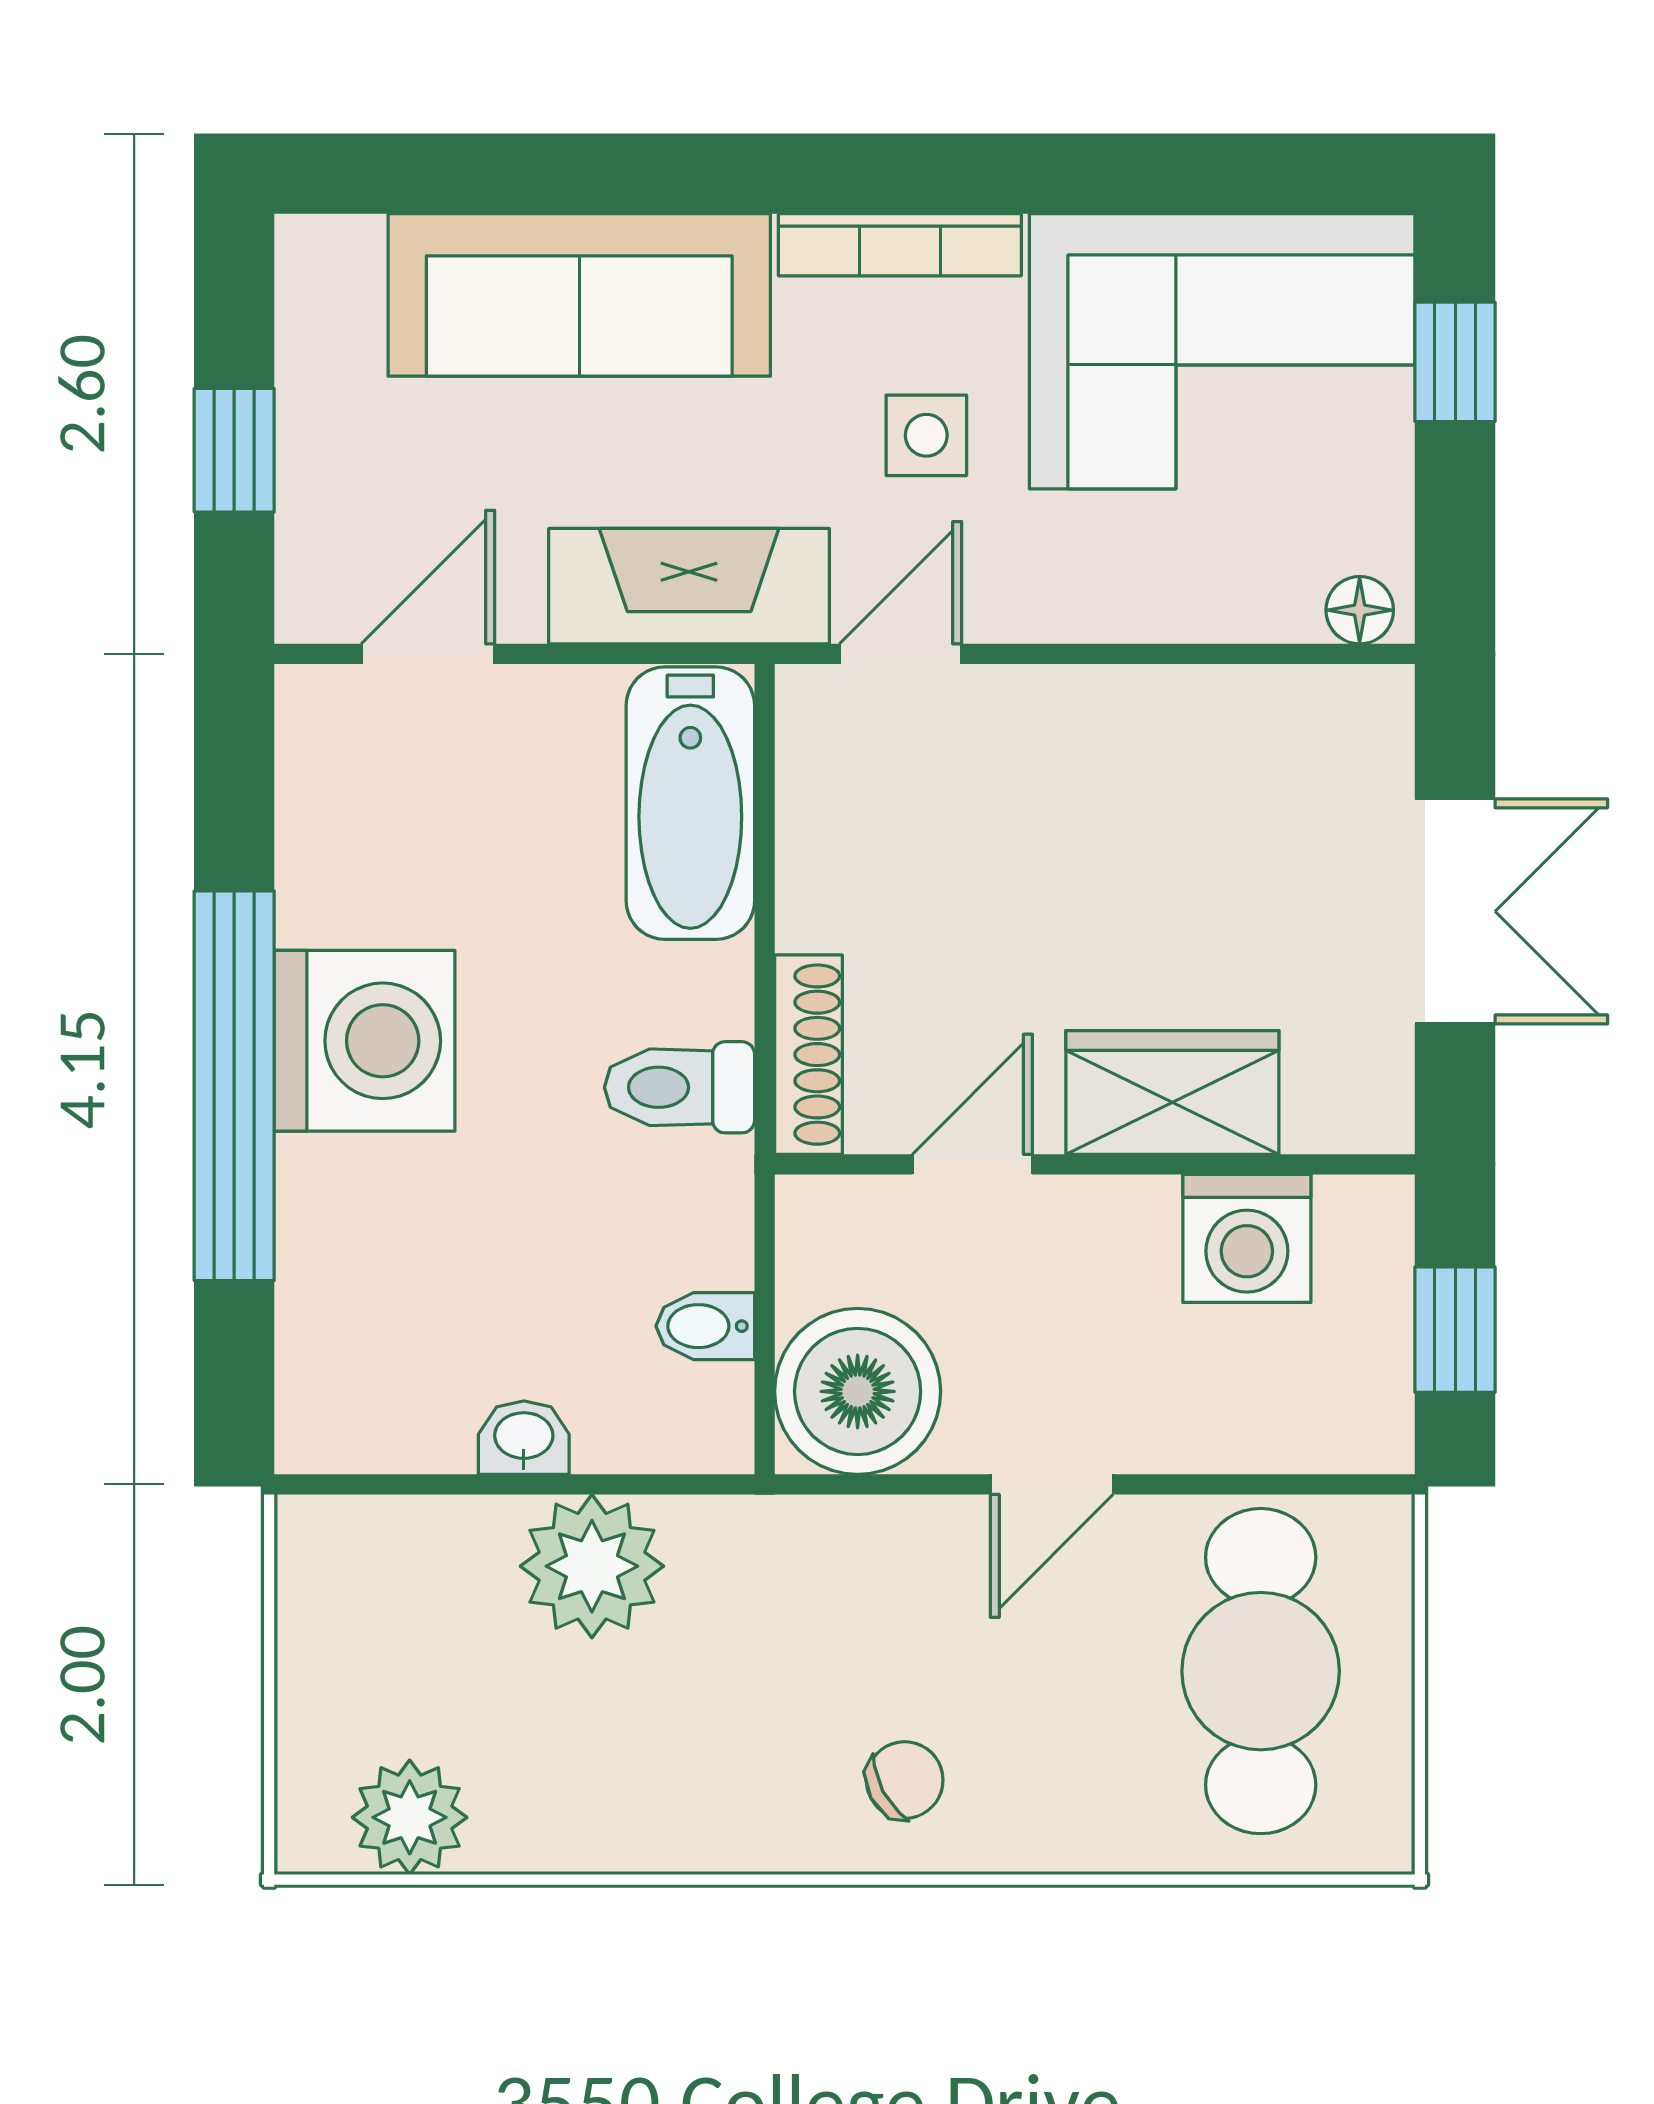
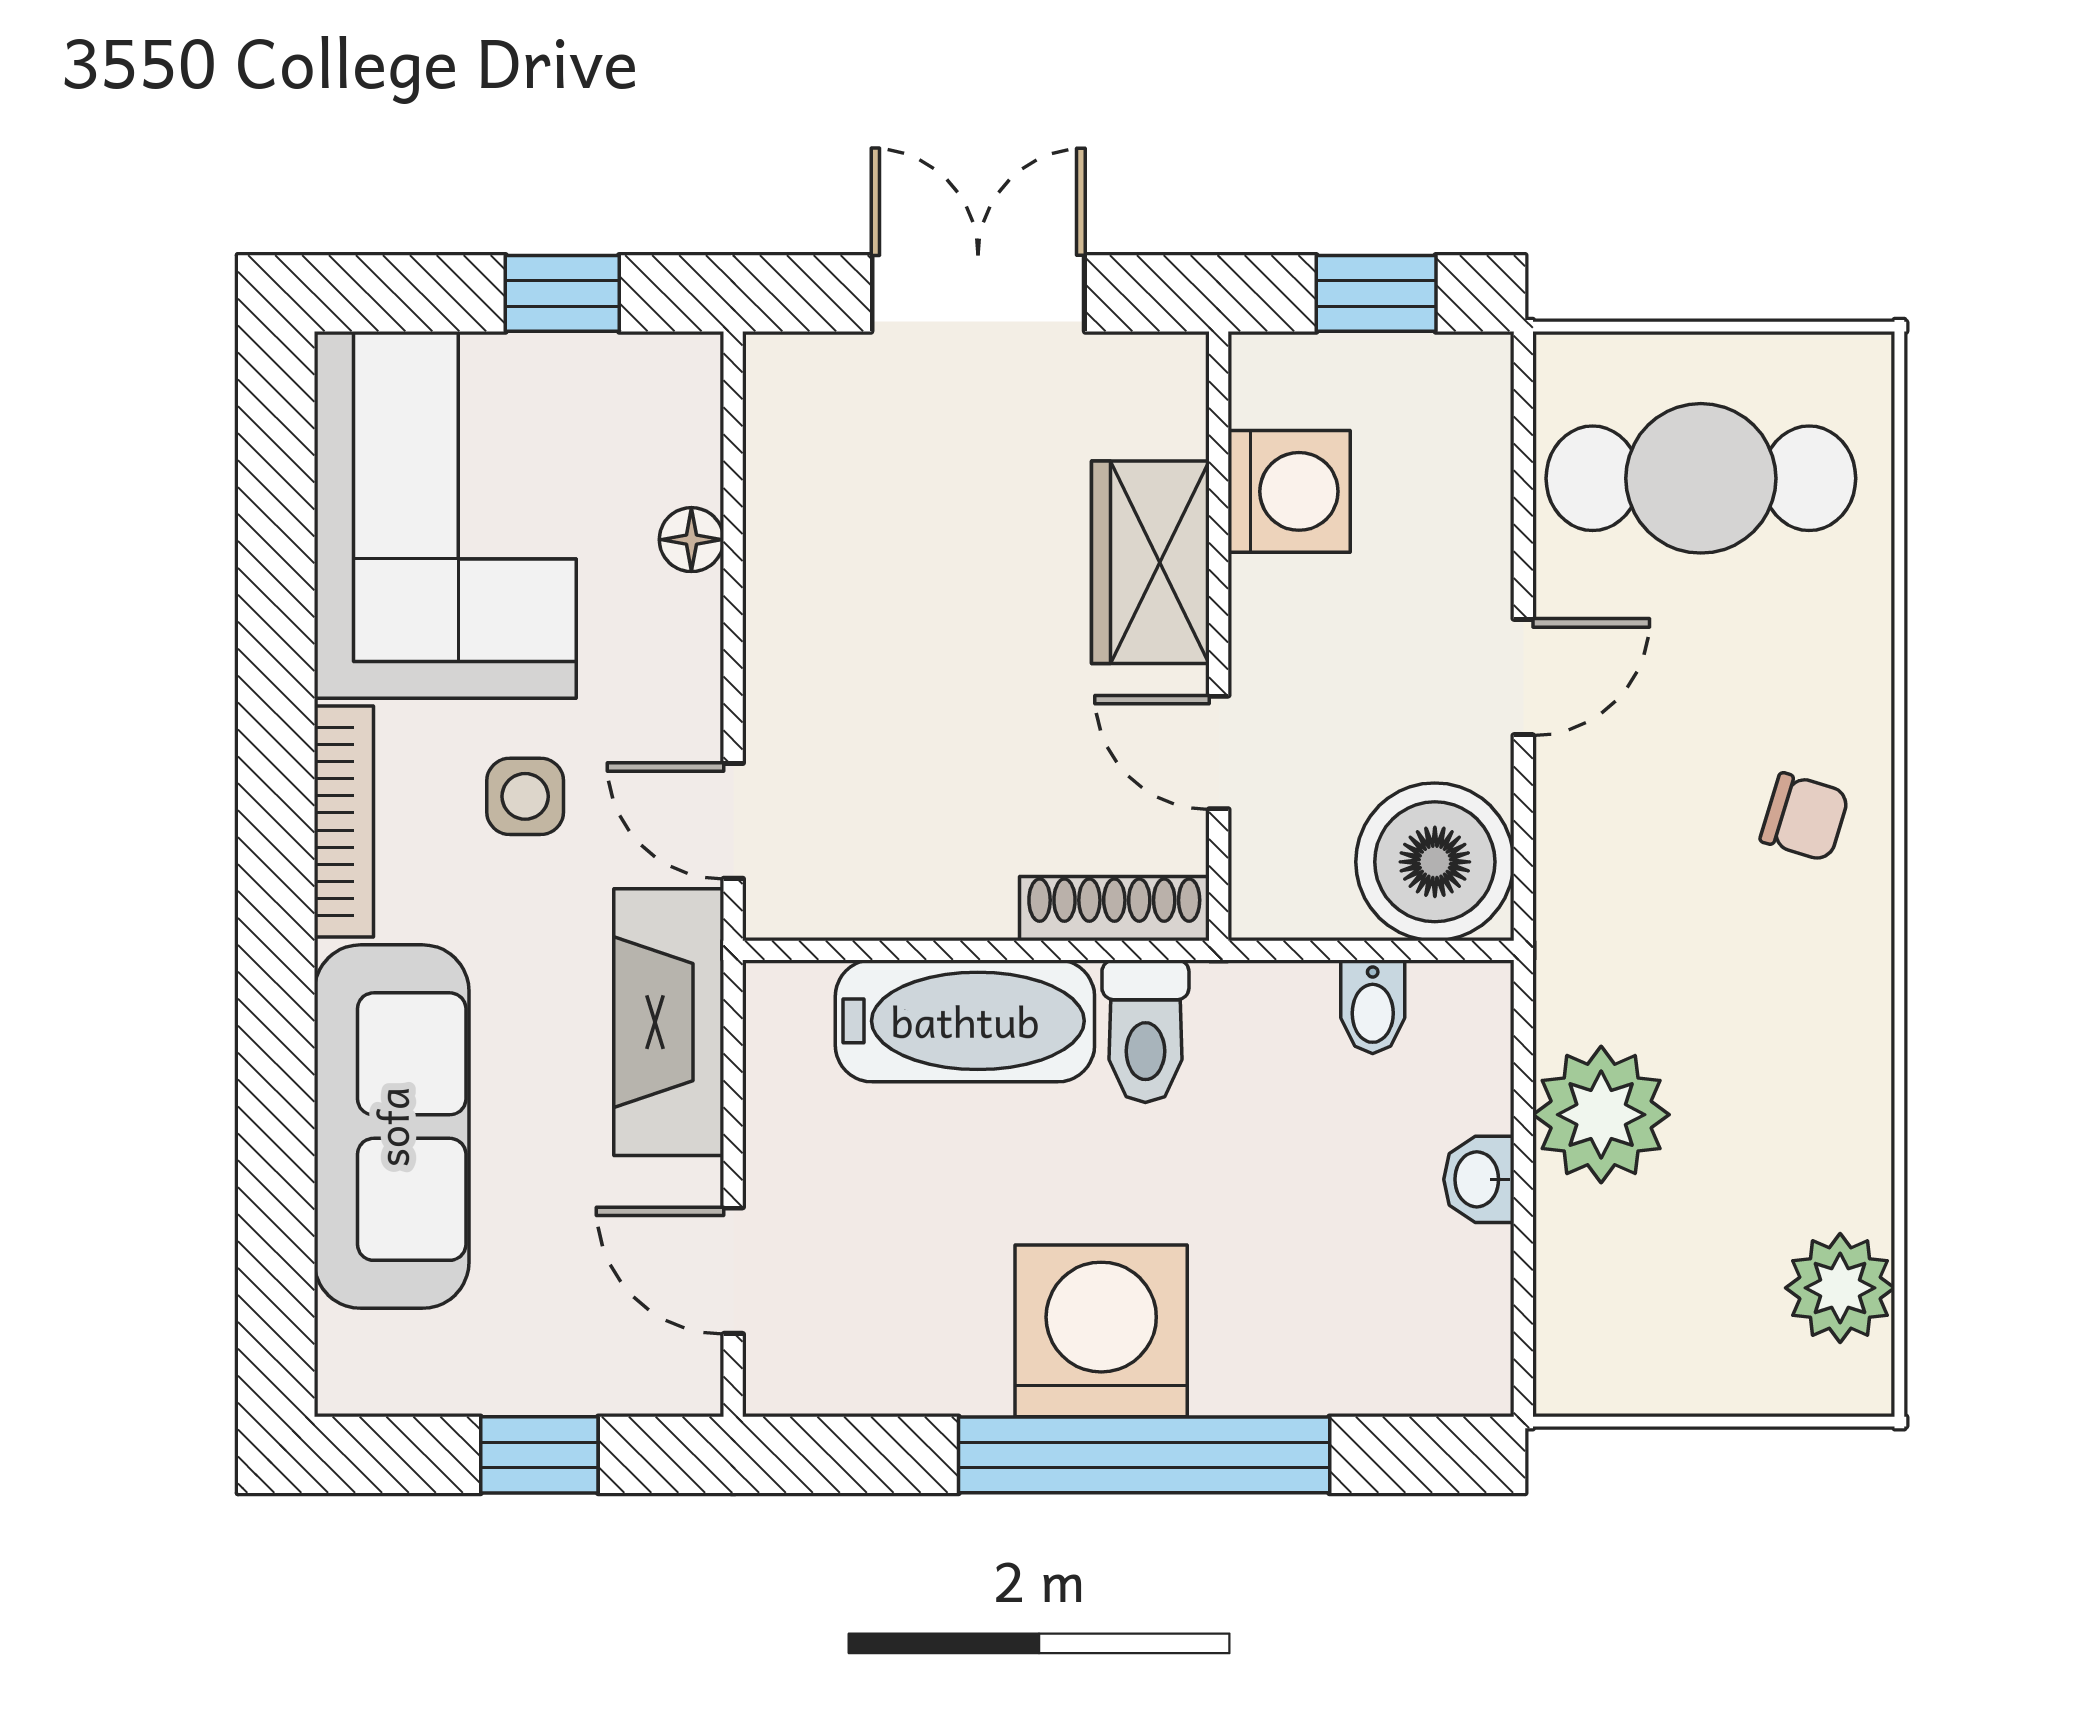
window: (1455, 362) -> (562, 293), moved
floor lamp: (1360, 610) -> (691, 540), moved
bathtub: (690, 803) -> (965, 1021), moved
door: (1052, 1484) -> (1523, 677), hinge flipped
chair: (905, 1780) -> (1805, 817), turned 135

